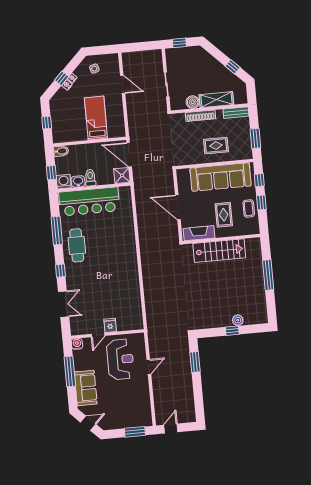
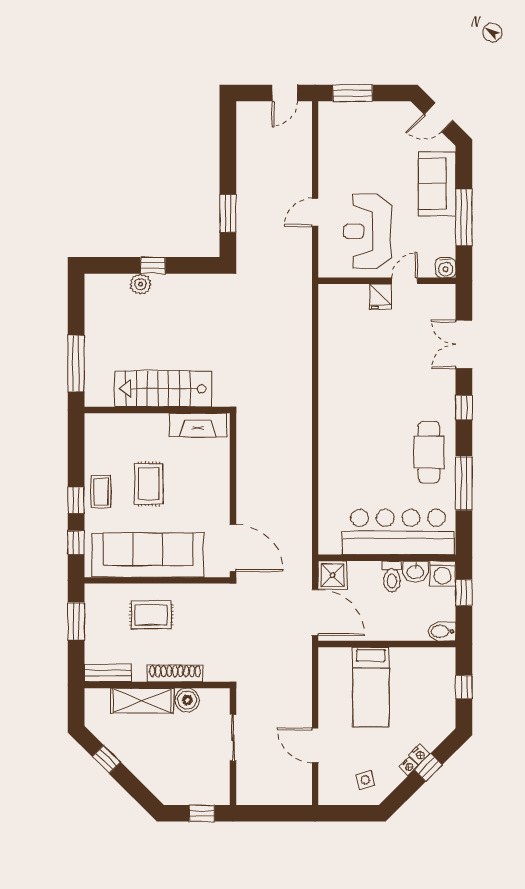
door: (178, 207) -> (233, 548), moved
fireplace: (199, 233) -> (198, 425), moved
wall: (221, 239) -> (157, 410), moved
stairs: (219, 251) -> (163, 389), moved

